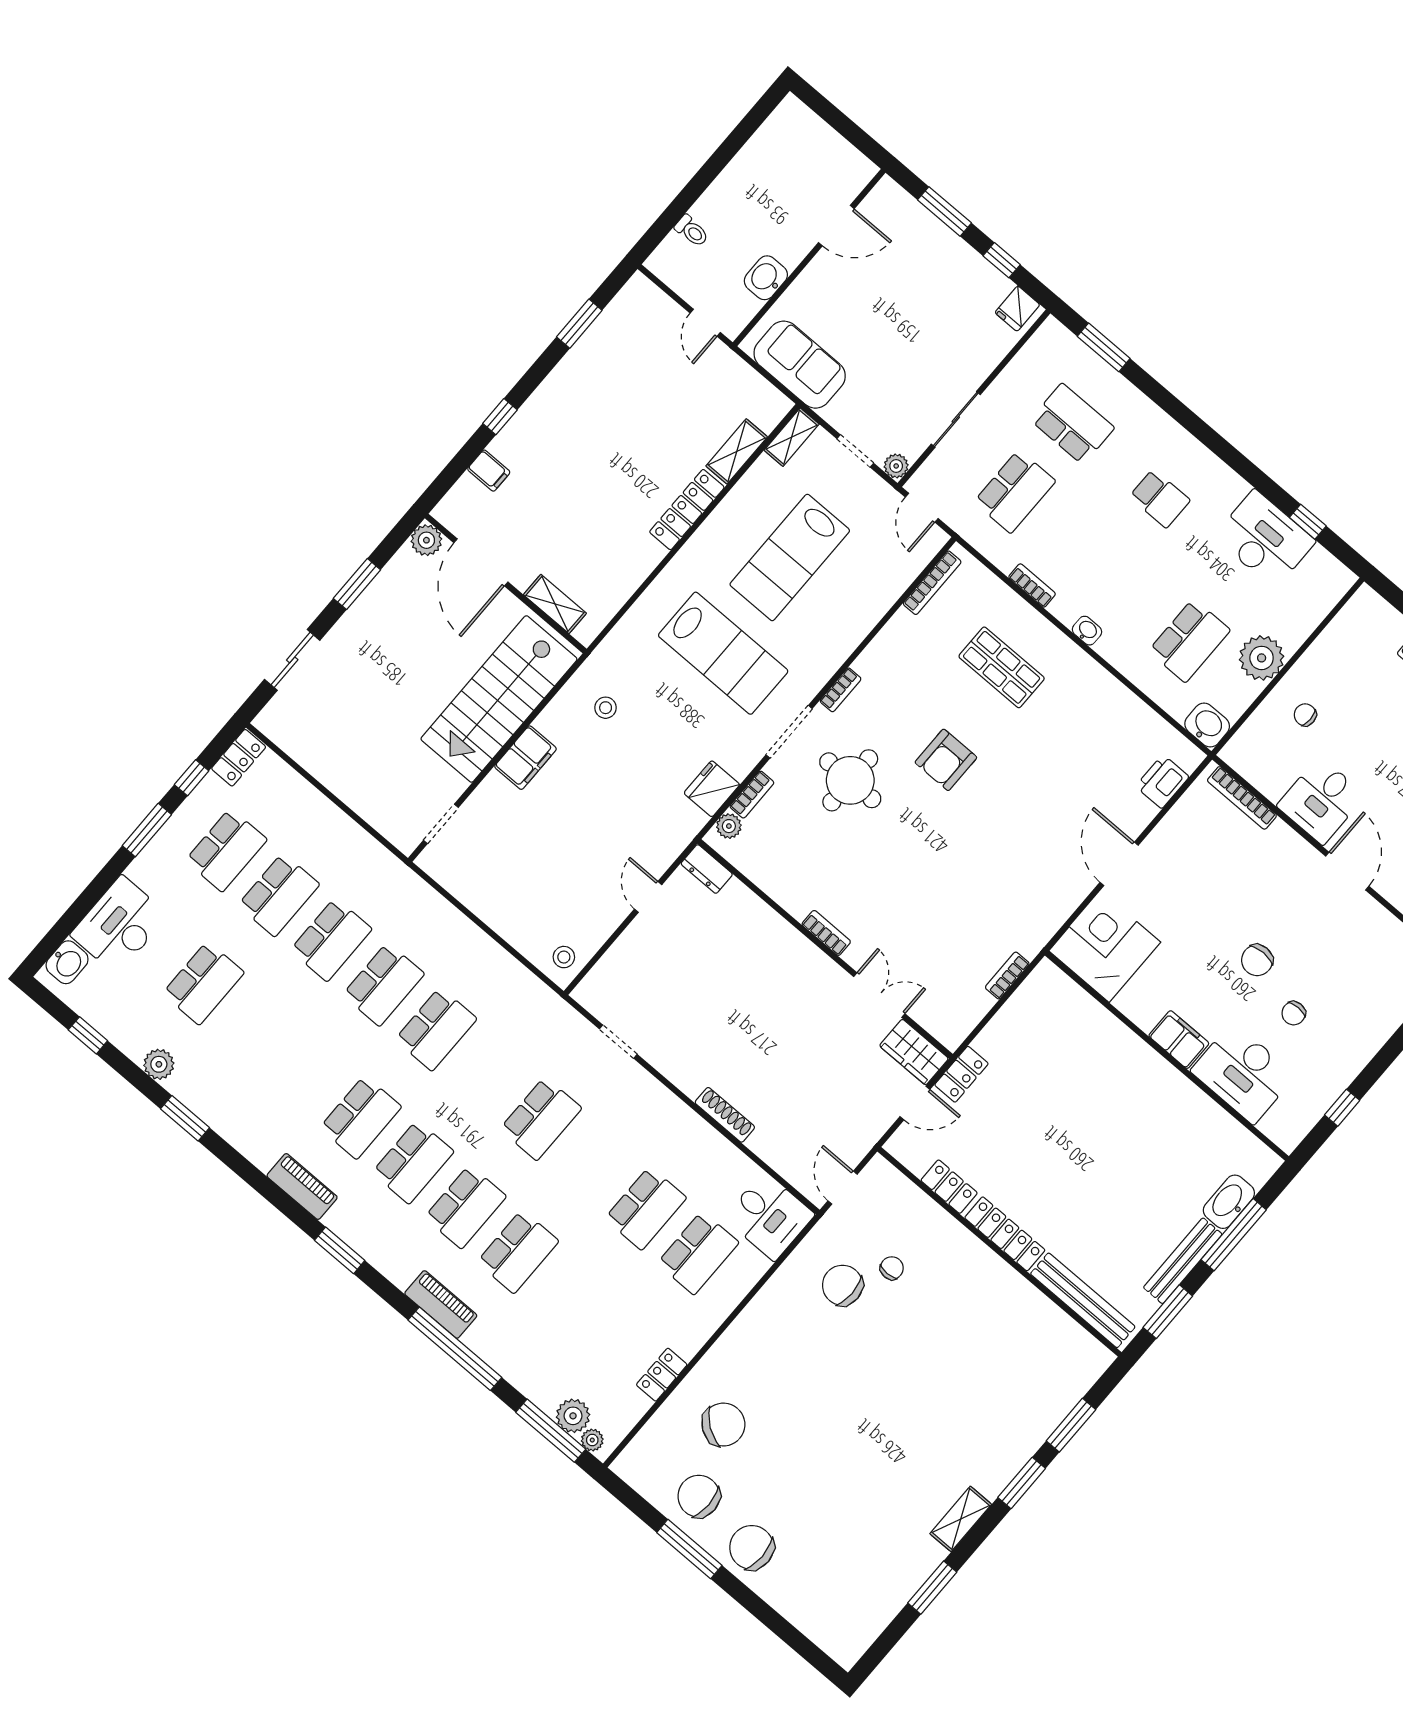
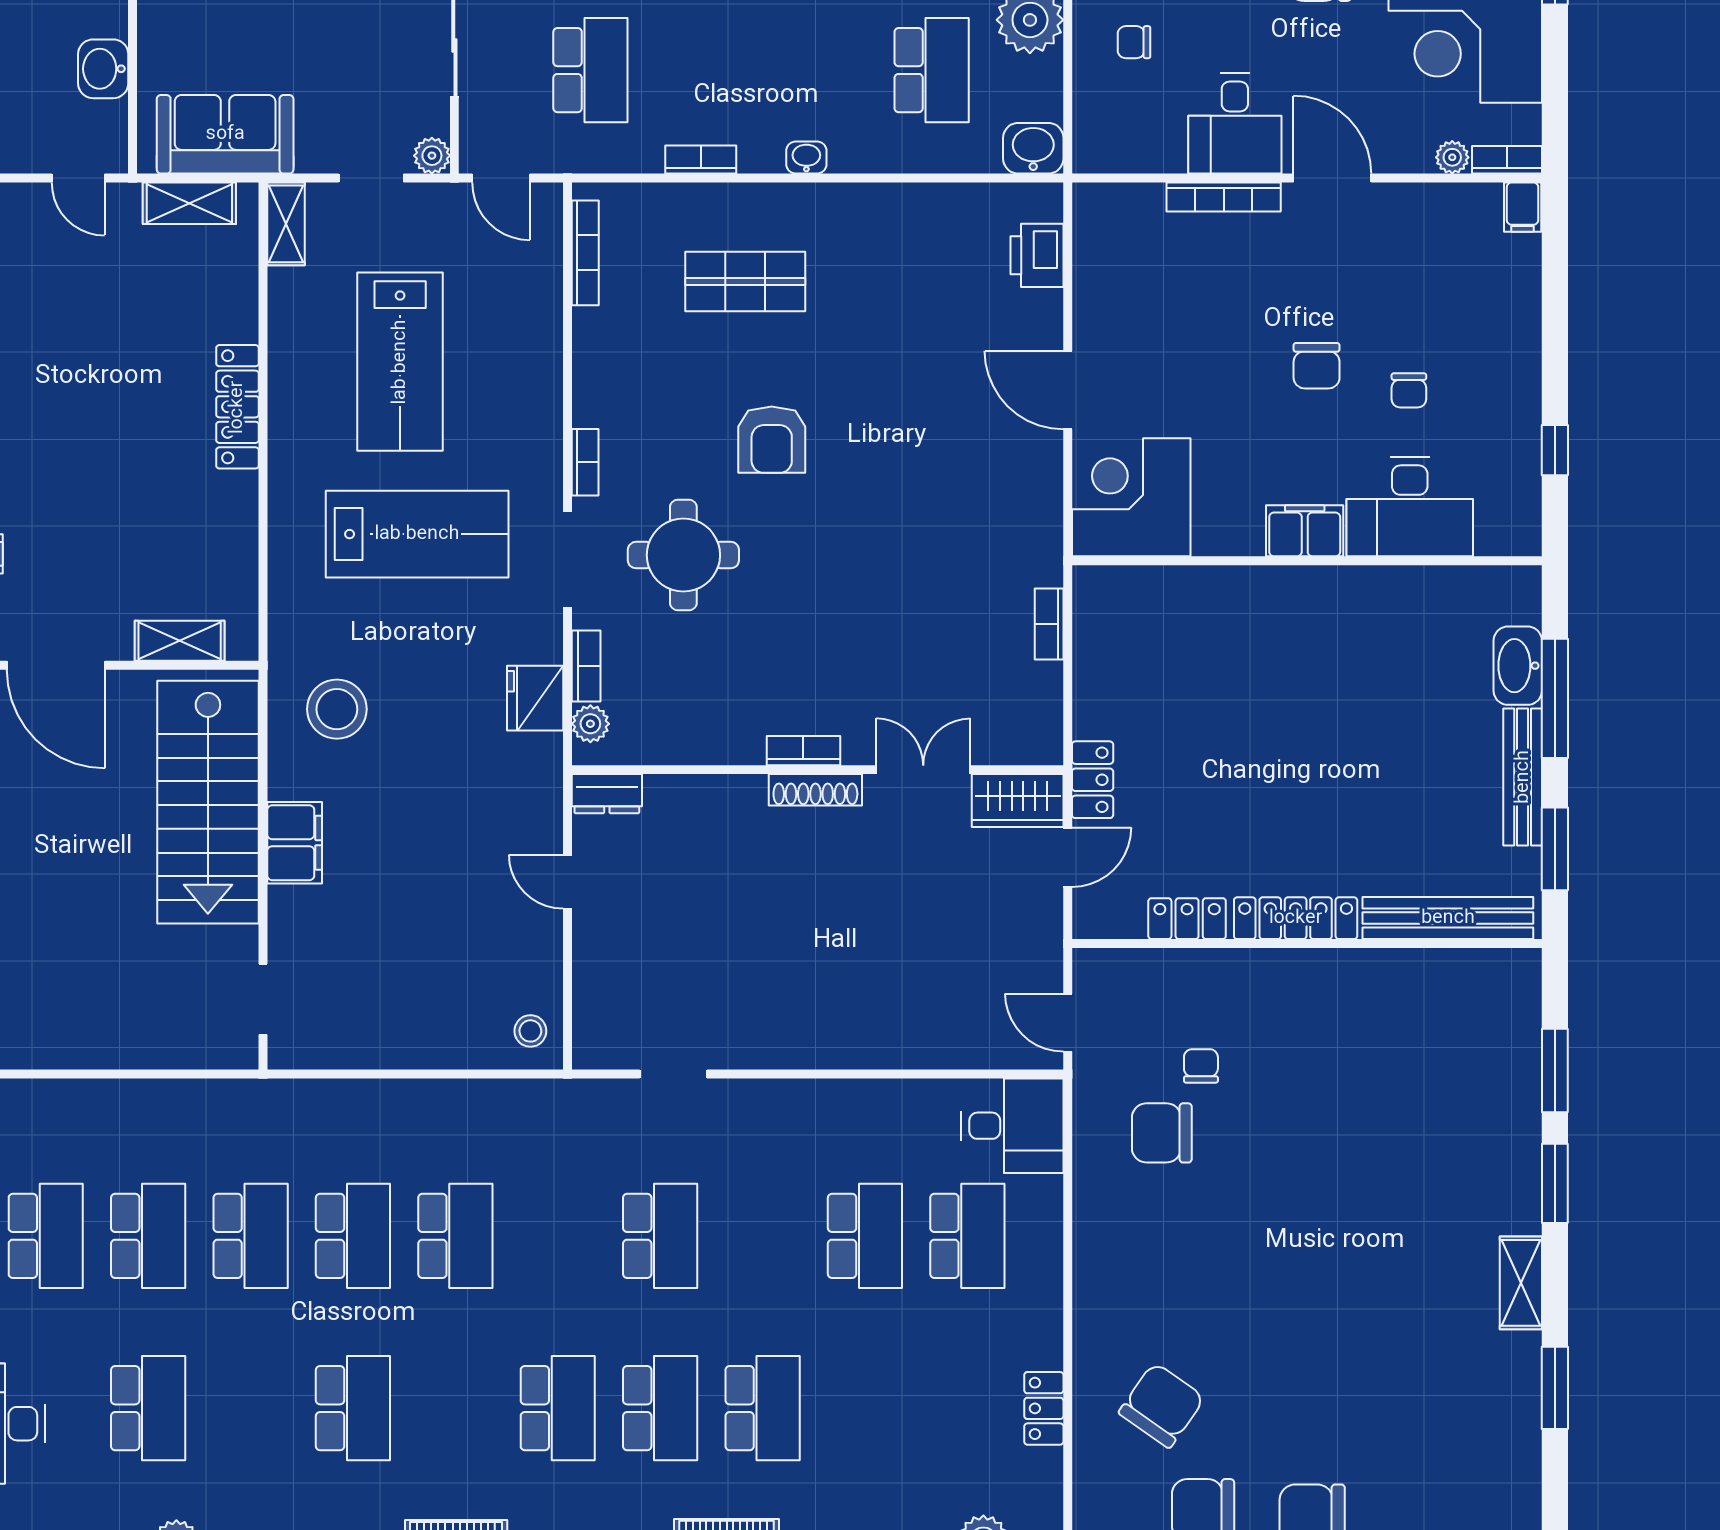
shelving: (737, 451) -> (189, 203), moved, turned 90
stool: (606, 708) -> (337, 709), width x1.89, depth x1.89
bookcase: (1242, 798) -> (1224, 197), moved
shoe rack: (725, 1115) -> (815, 790), moved, turned 180
school desk: (361, 1117) -> (353, 1408), moved

